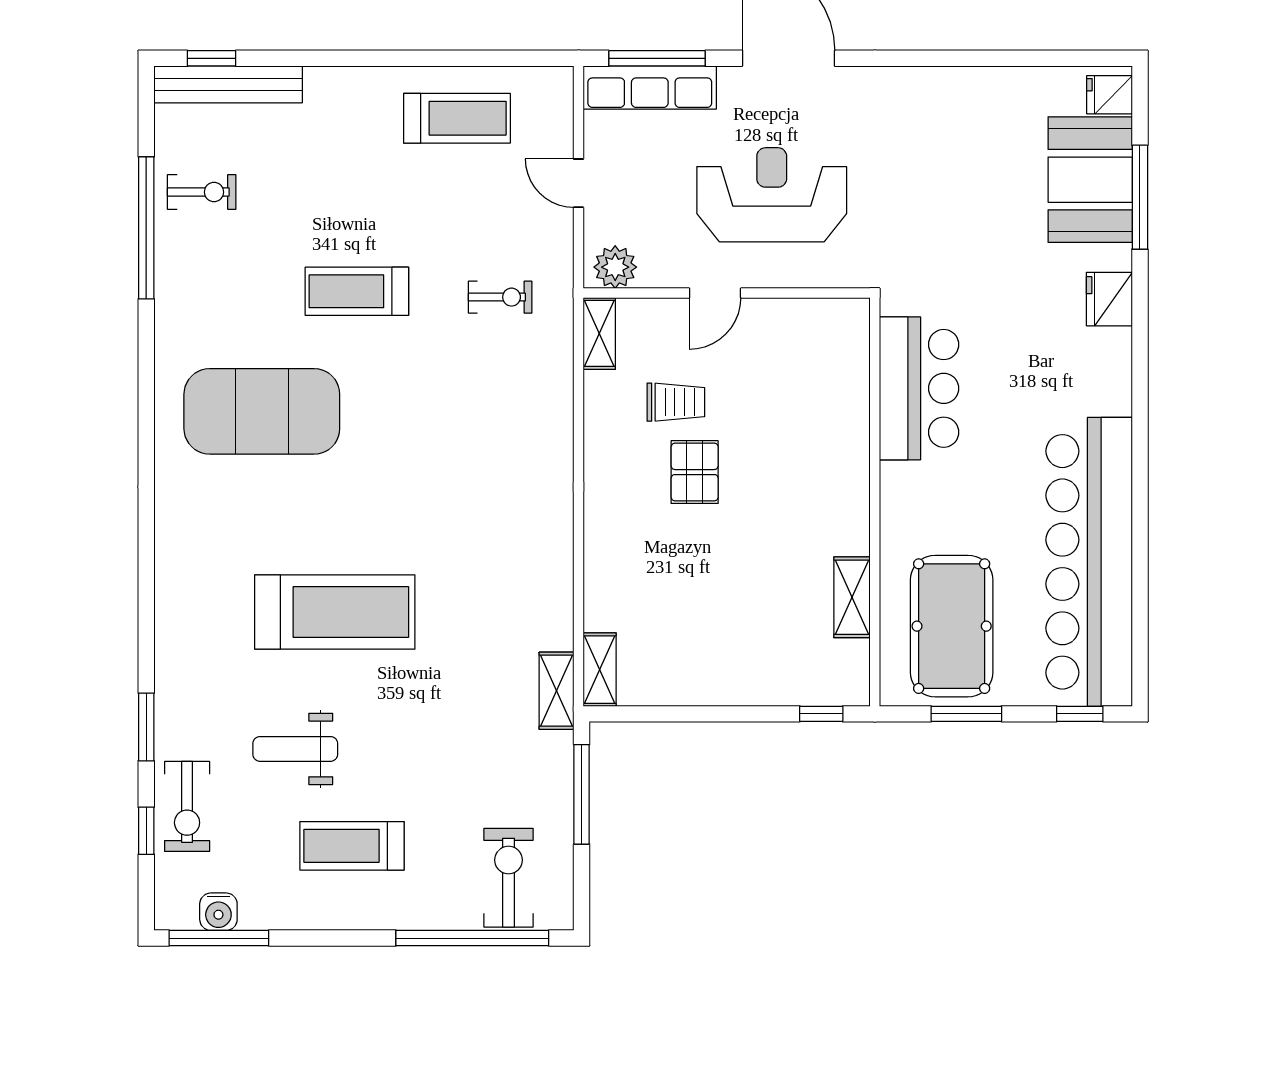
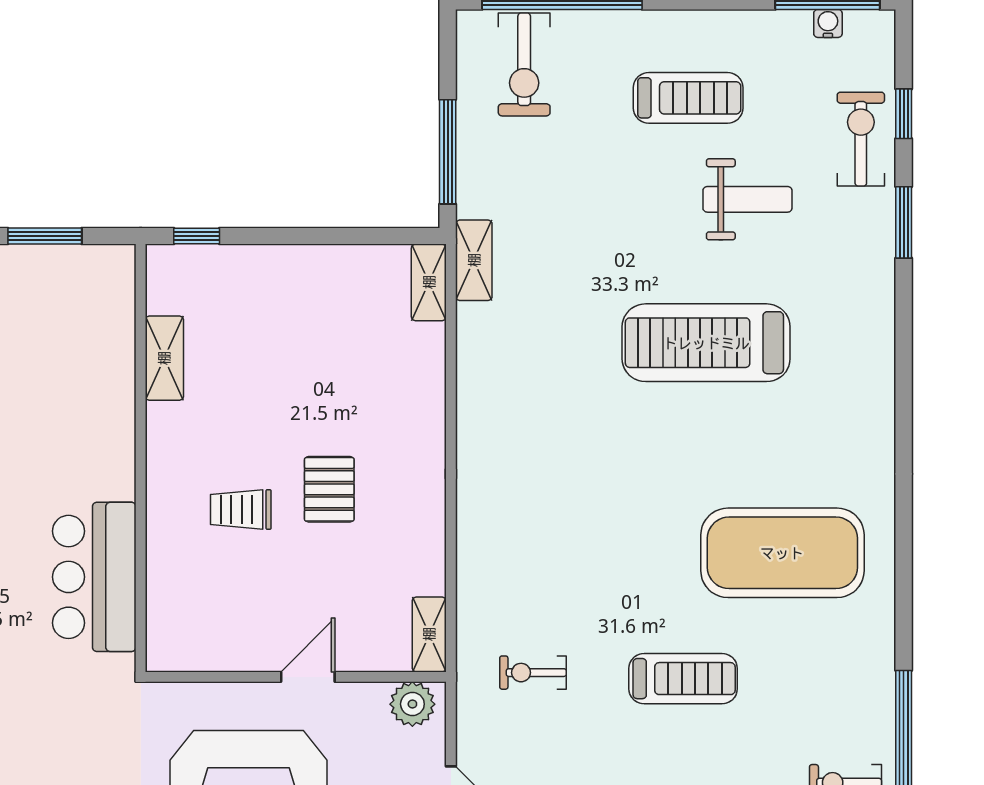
trolley: (676, 402) -> (241, 509), moved
pool table: (952, 626) -> (60, 328), removed
water cooler: (218, 912) -> (828, 23), width x0.72, depth x0.72

